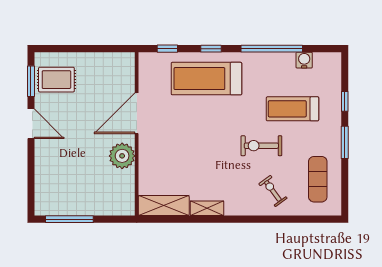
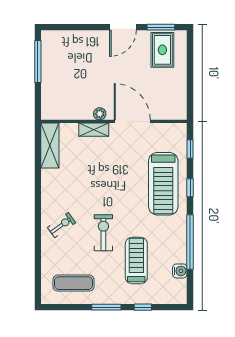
treadmill: (206, 79) -> (163, 184), turned 180
plant: (122, 156) -> (100, 114), width x0.53, depth x0.53
exercise bike: (273, 191) -> (61, 225), moved
shelving: (207, 208) -> (94, 130), moved, turned 90

